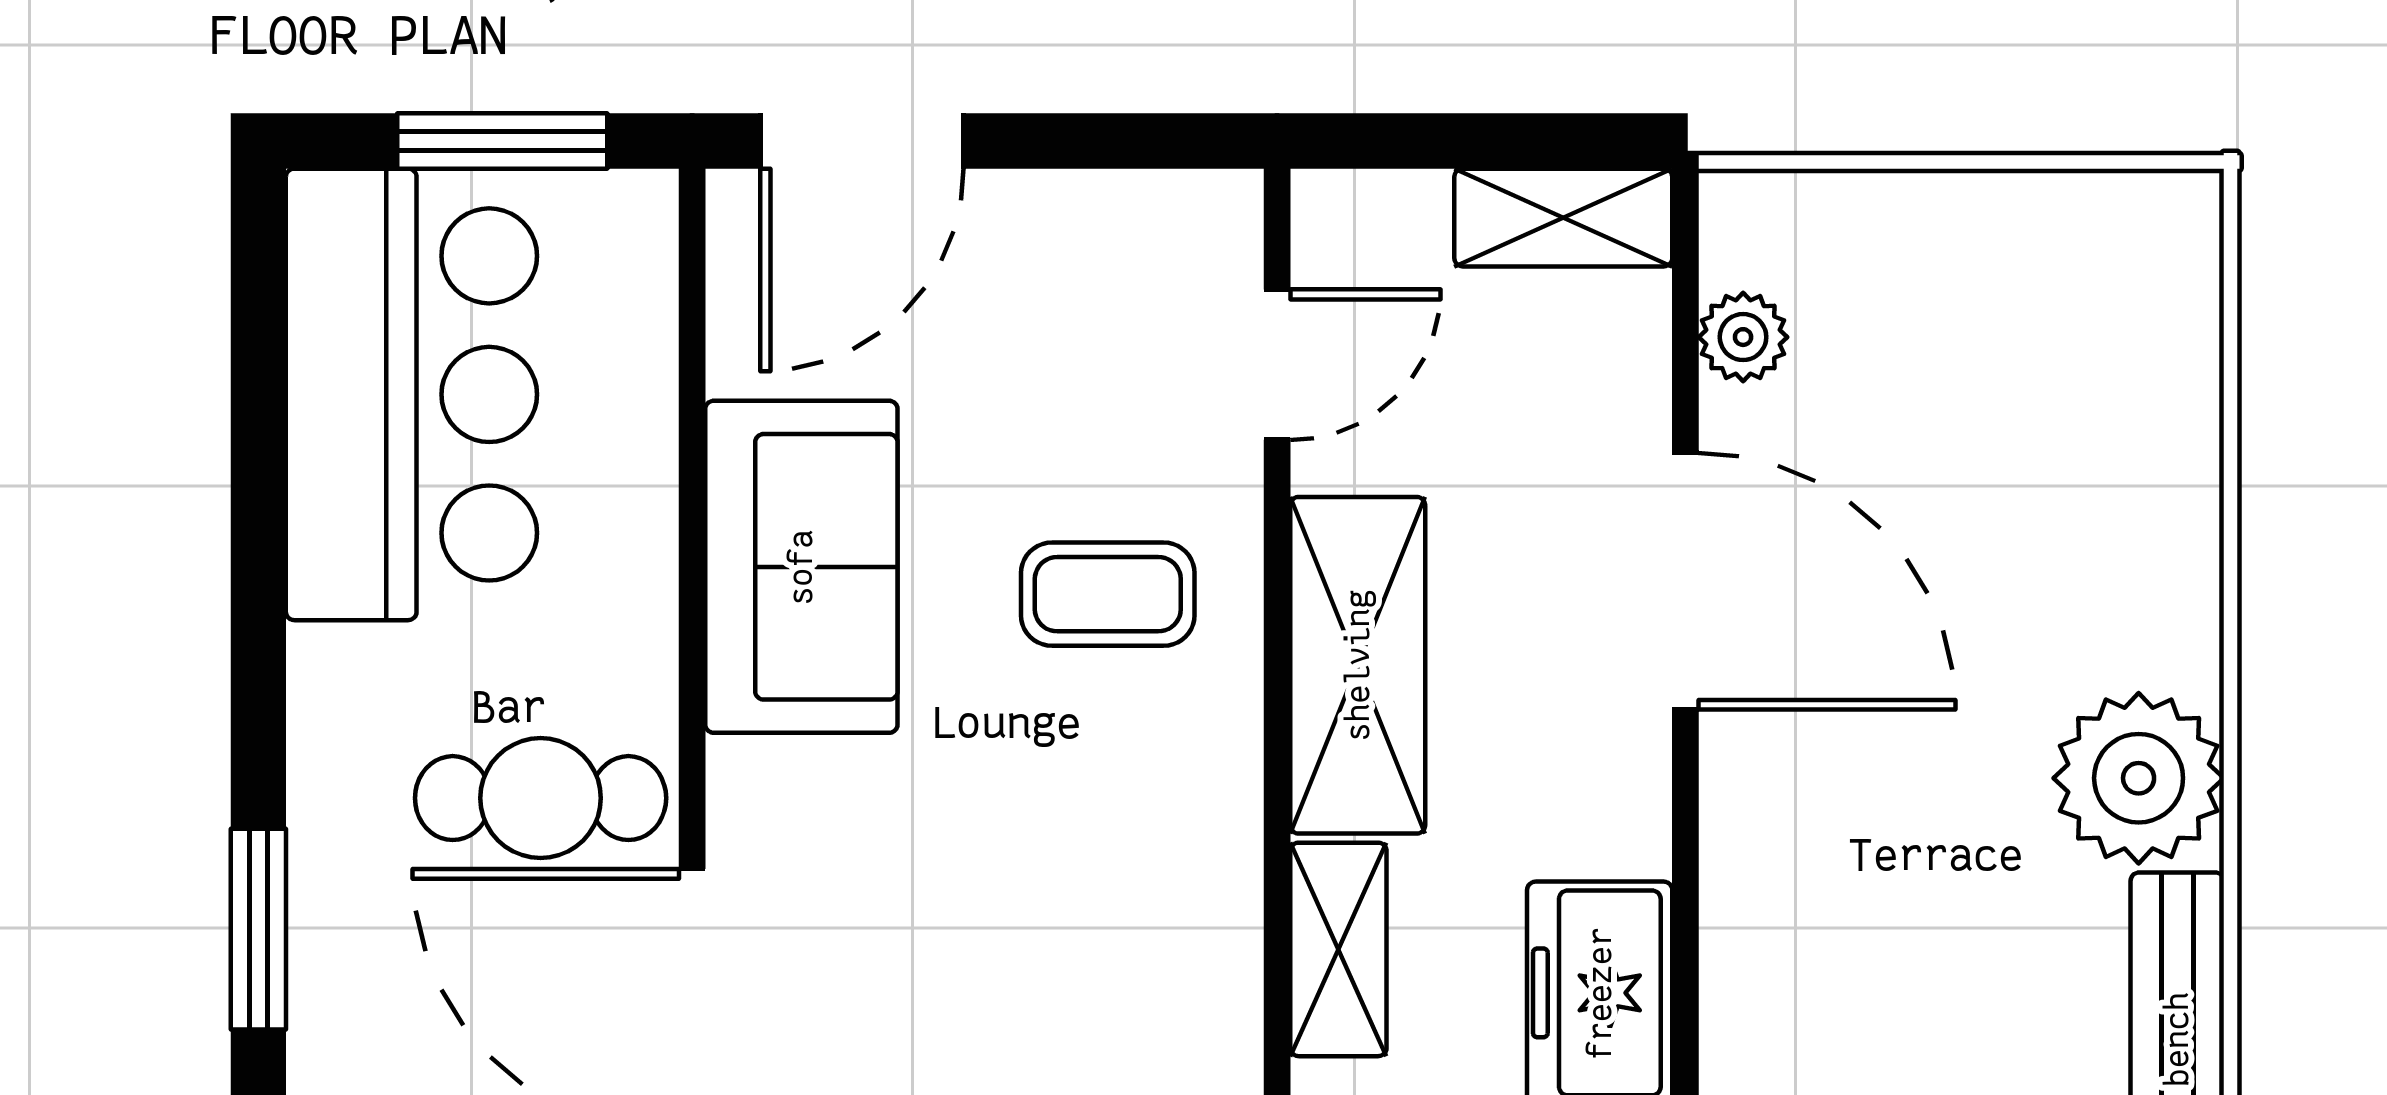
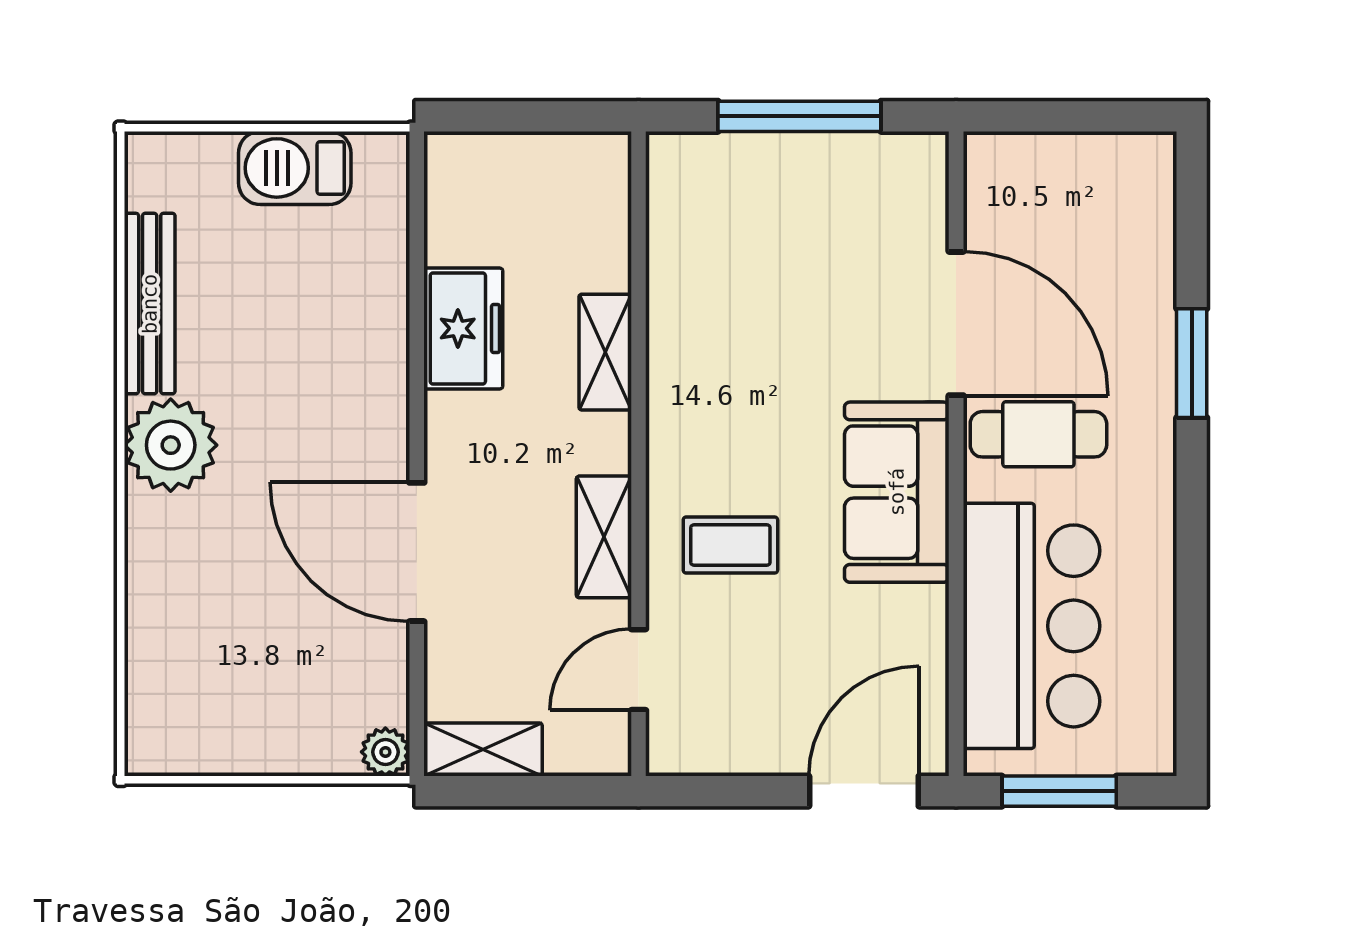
plant: (1743, 337) -> (385, 752), moved
bar counter: (411, 394) -> (1031, 626), moved, turned 180
sofa: (801, 567) -> (897, 492), moved
shelving: (1358, 665) -> (604, 537), width x0.67, depth x0.75

